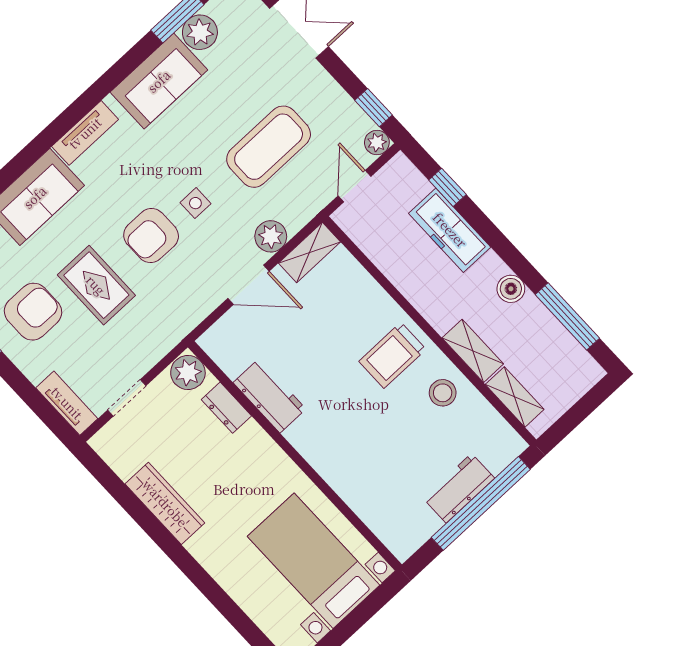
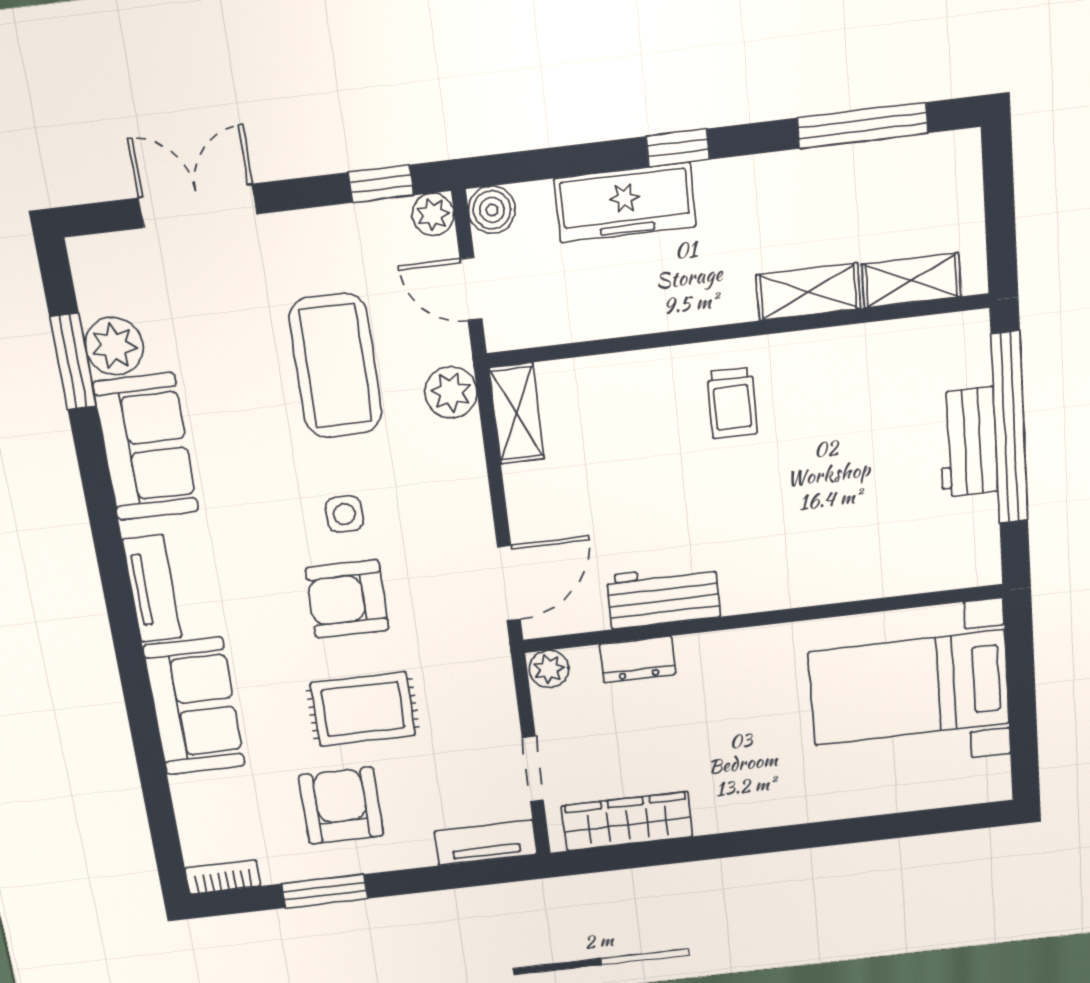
window: (447, 187) -> (678, 148), moved
armchair: (151, 236) -> (347, 599), turned 90
plant: (271, 236) -> (451, 392), moved
door: (249, 285) -> (509, 583), moved
boiler: (511, 289) -> (492, 210), moved
trolley: (392, 355) -> (732, 403), width x0.73, depth x0.72
plant: (188, 373) -> (549, 669), width x0.73, depth x0.73
stool: (443, 393) -> (831, 373), removed
wardrobe: (165, 503) -> (627, 821), moved

